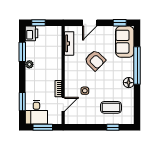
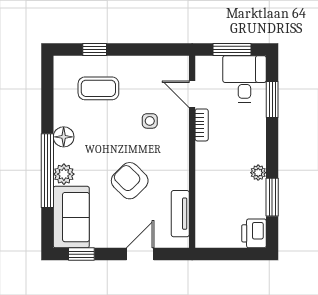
window: (38, 23) -> (241, 254), removed
plant: (129, 64) -> (64, 174), added
door: (63, 104) -> (192, 94), hinge flipped

